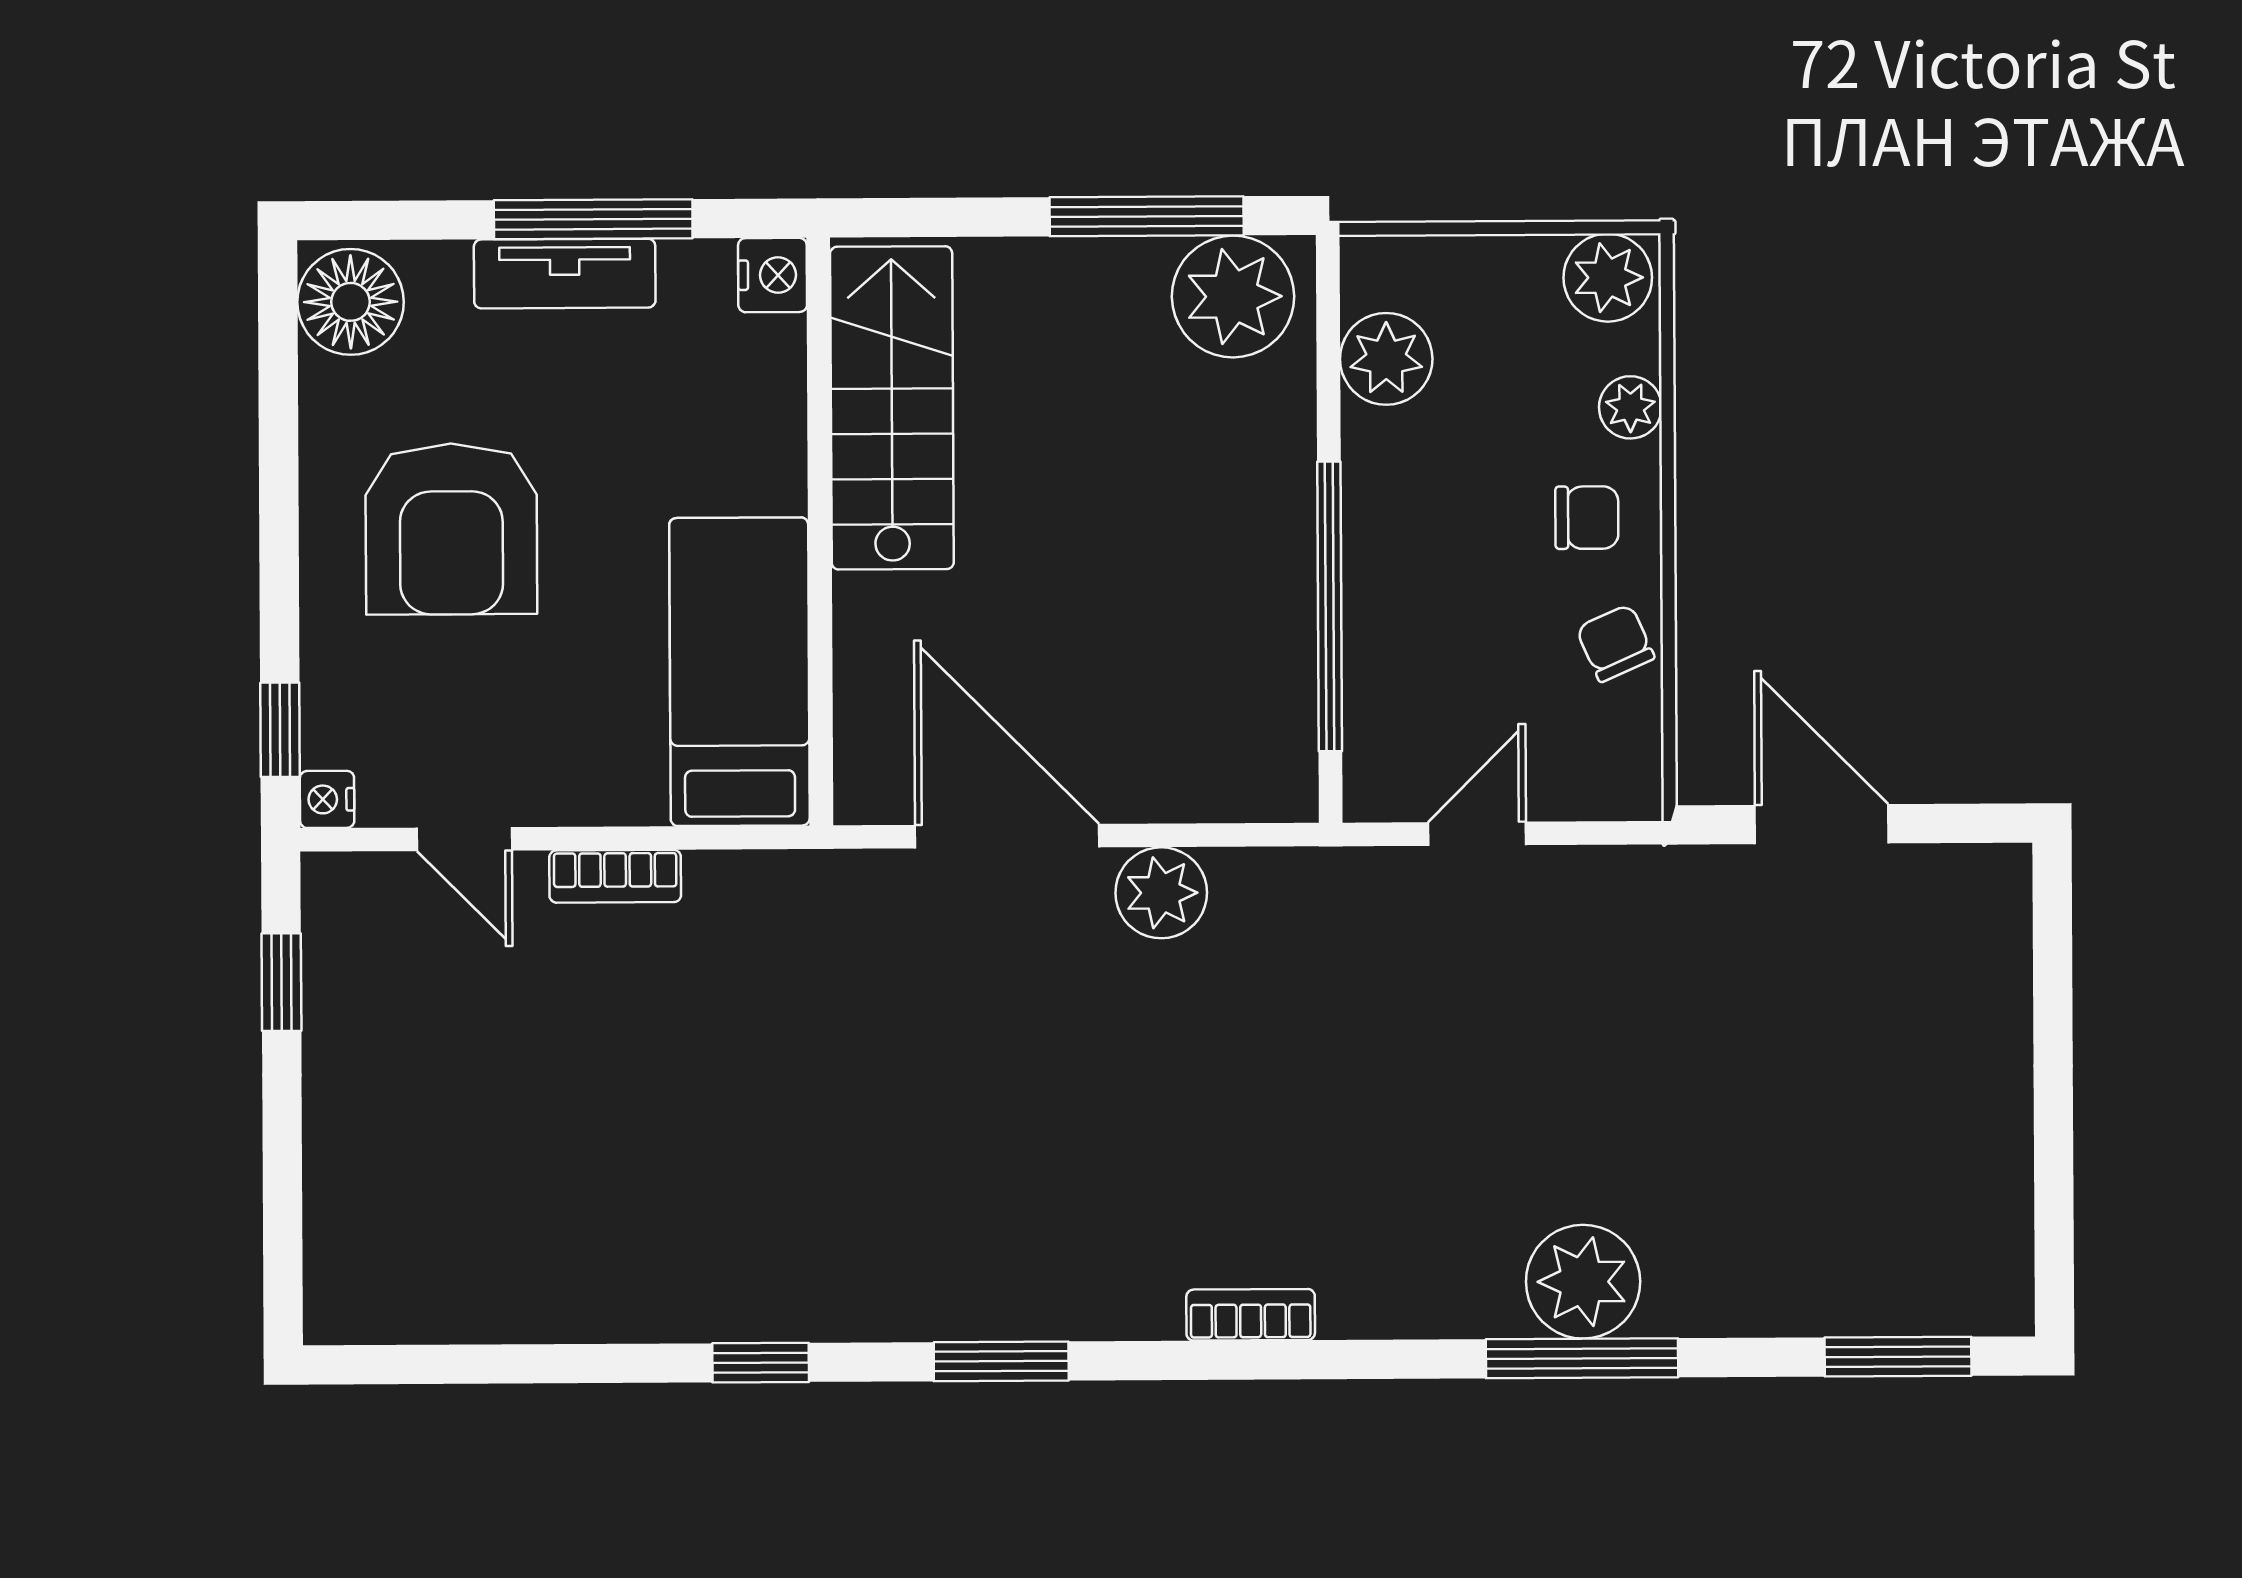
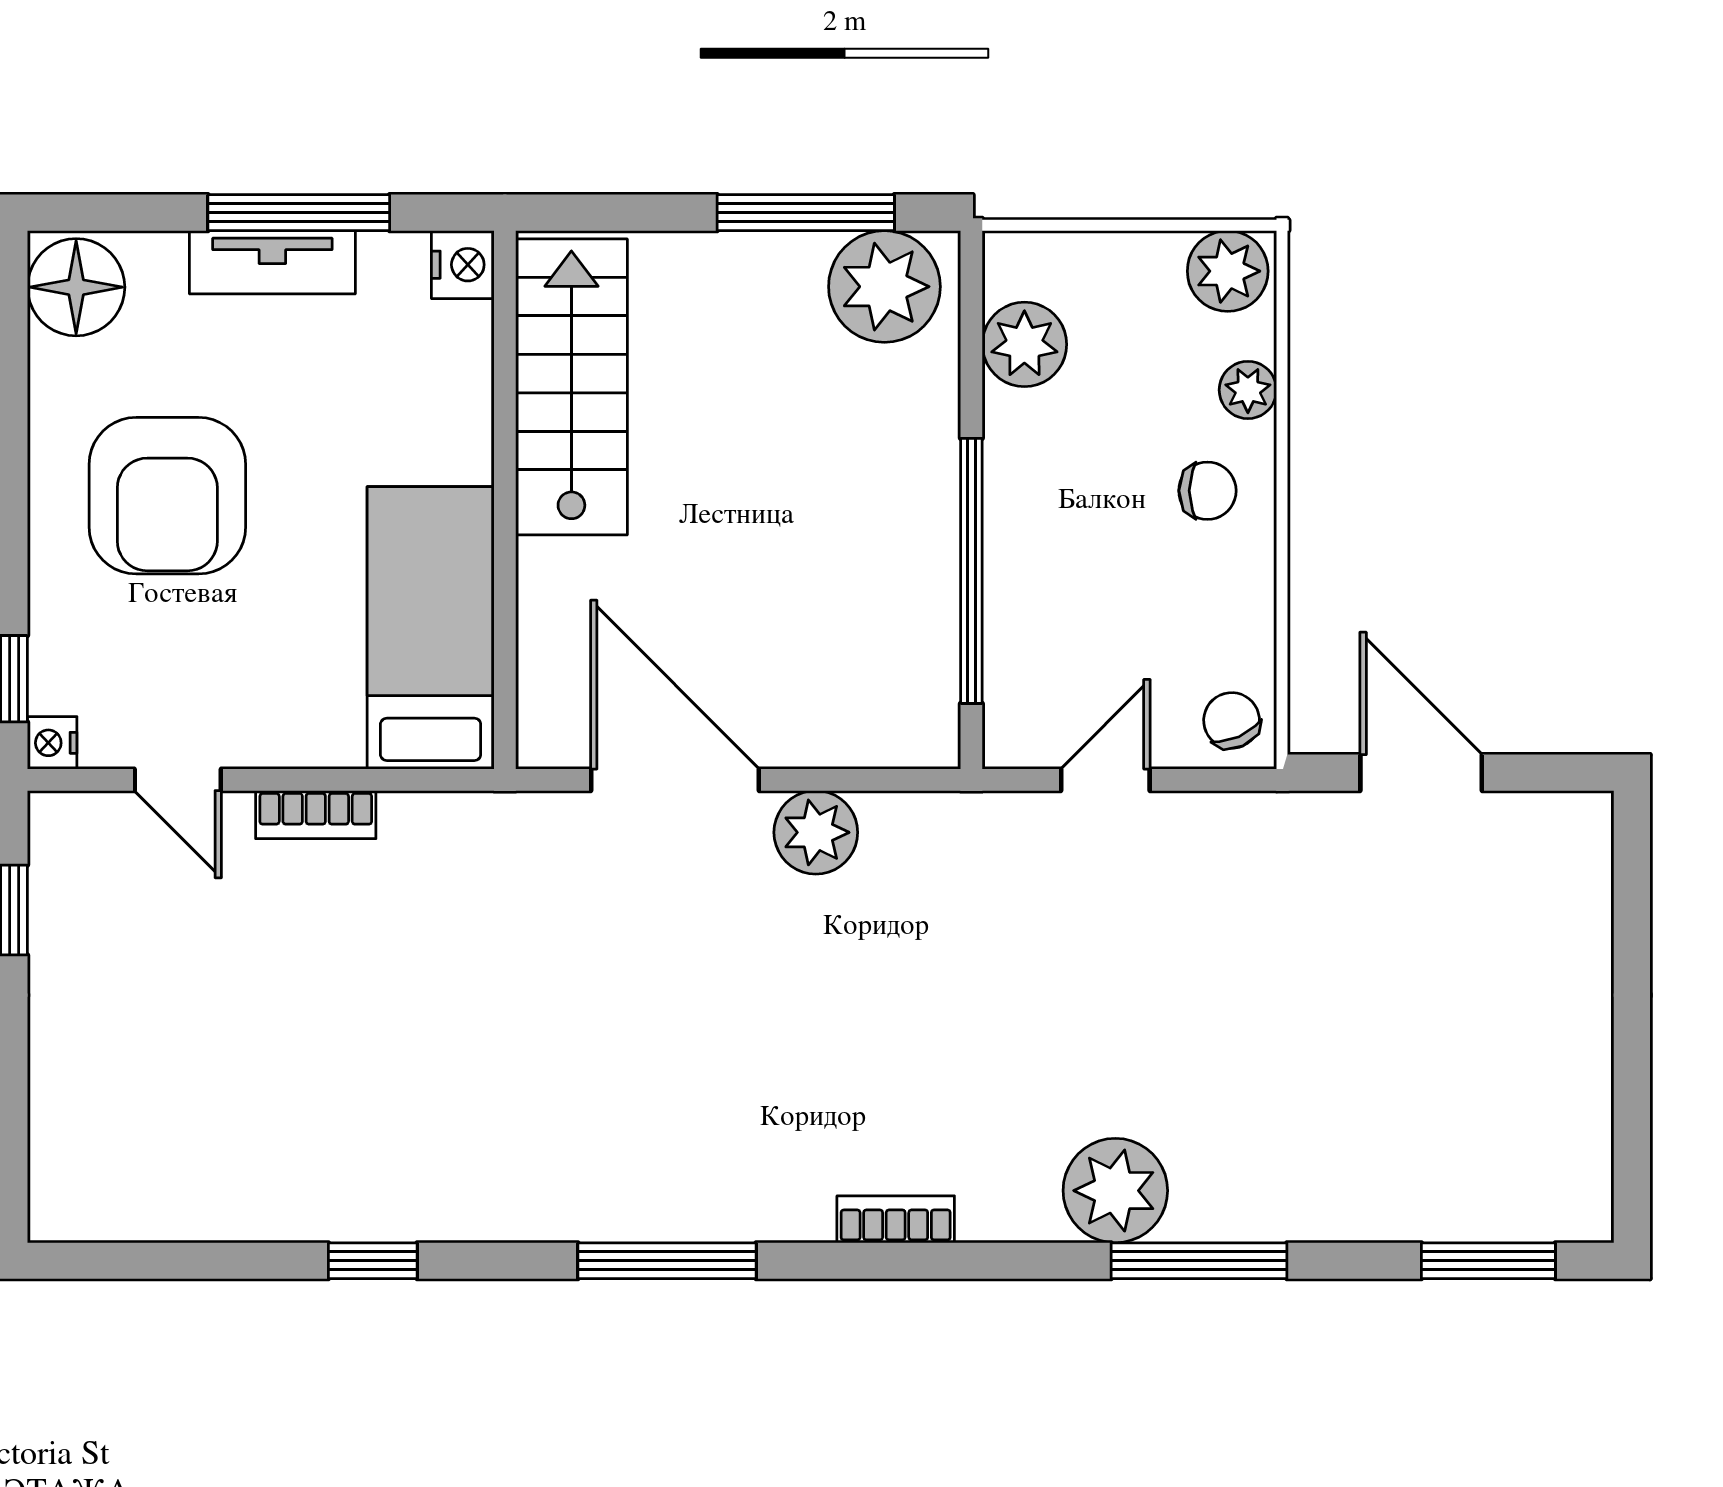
chair: (1615, 643) -> (1232, 720), moved
plant: (1583, 1282) -> (1115, 1191), moved
window: (1001, 1361) -> (667, 1261), width x1.44
window: (761, 1363) -> (373, 1261), moved

